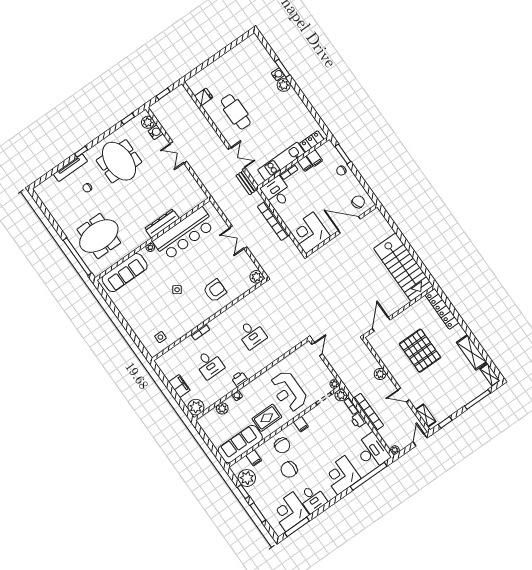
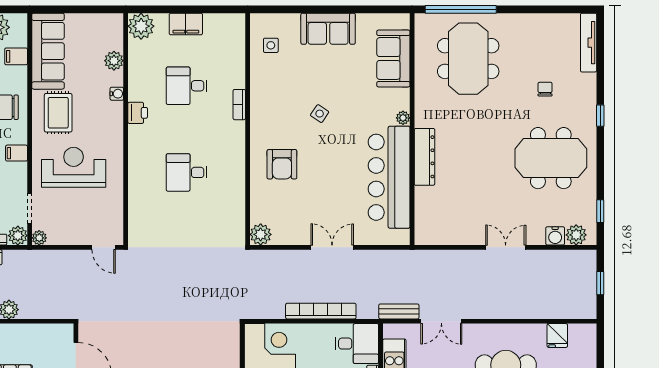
tv unit: (70, 168) -> (589, 43), moved
sofa: (125, 273) -> (393, 59), width x0.73
sofa: (133, 315) -> (328, 29), added

